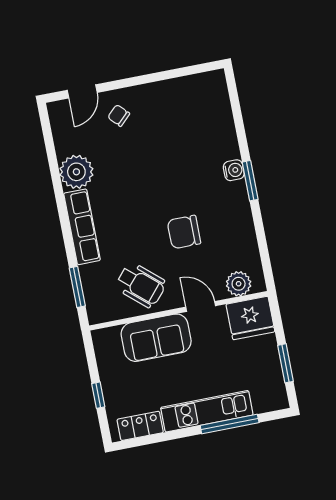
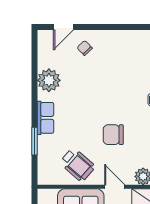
row of seats: (82, 227) -> (45, 118), width x0.68
window: (77, 287) -> (34, 141), moved

